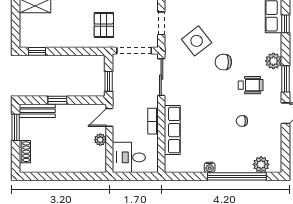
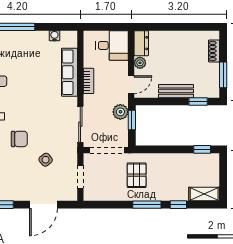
side table: (197, 41) -> (46, 160), width x0.54, depth x0.54
plant: (120, 90) -> (120, 112), added
window: (57, 100) -> (198, 102), moved
bench: (37, 111) -> (176, 91), moved
dresser: (99, 160) -> (141, 43), added
water cooler: (210, 167) -> (54, 36), moved

